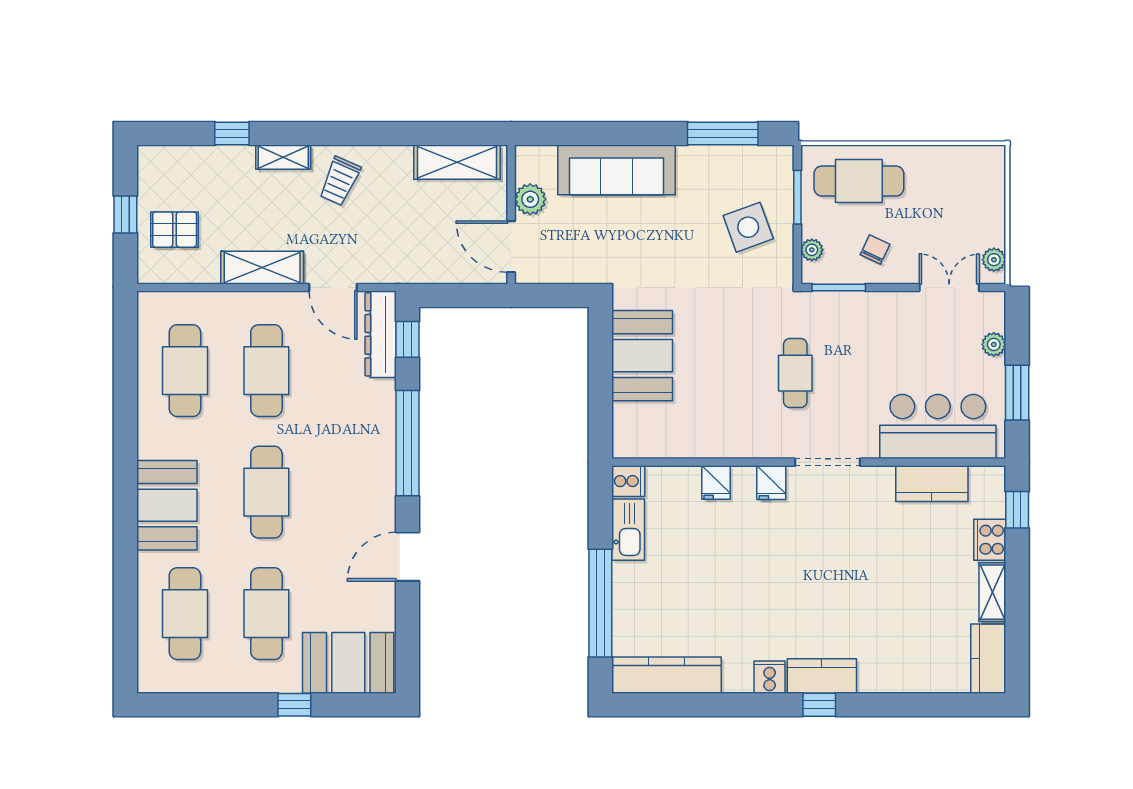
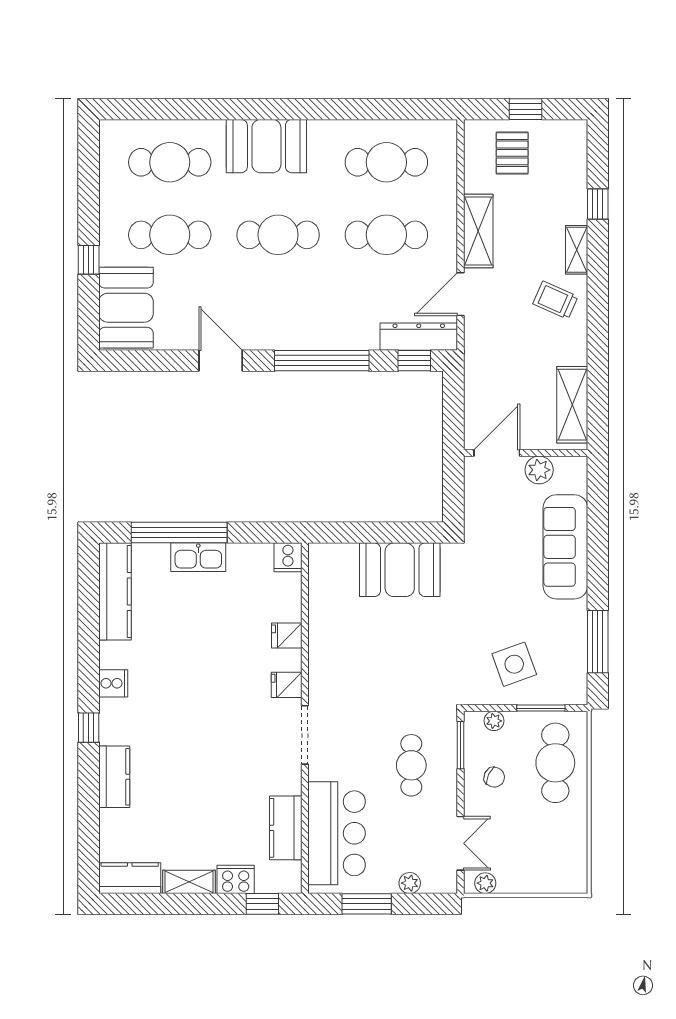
cafe table: (795, 373) -> (411, 765), moved, turned 90
kitchen sink: (628, 530) -> (198, 557), moved
kitchen counter: (822, 676) -> (114, 777), moved

